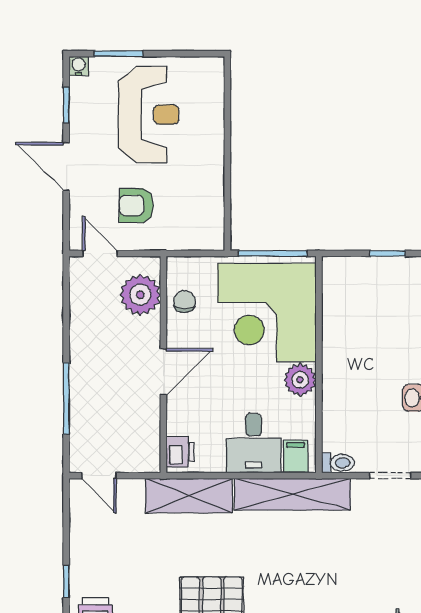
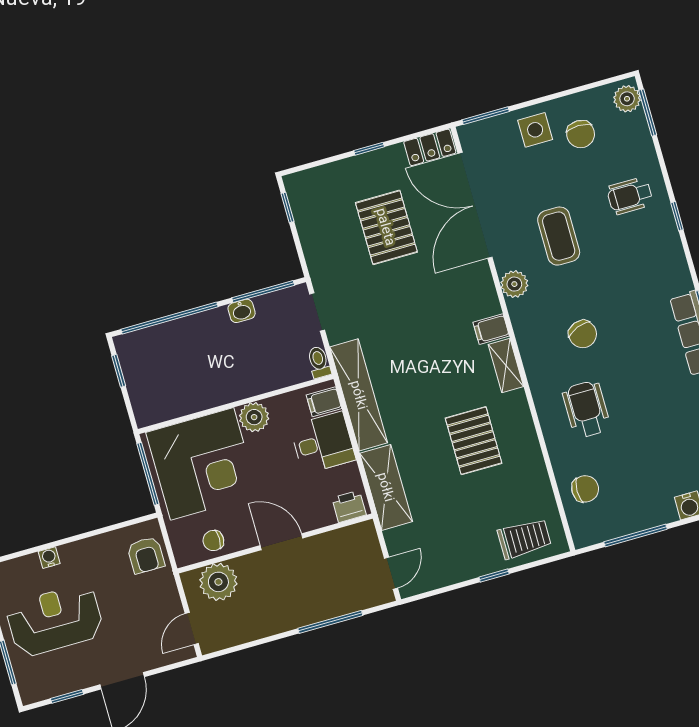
water cooler: (79, 66) -> (49, 558), moved, turned 90
armchair: (136, 206) -> (146, 555), moved

